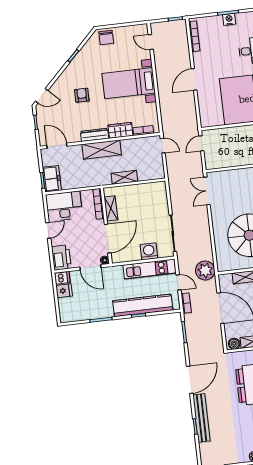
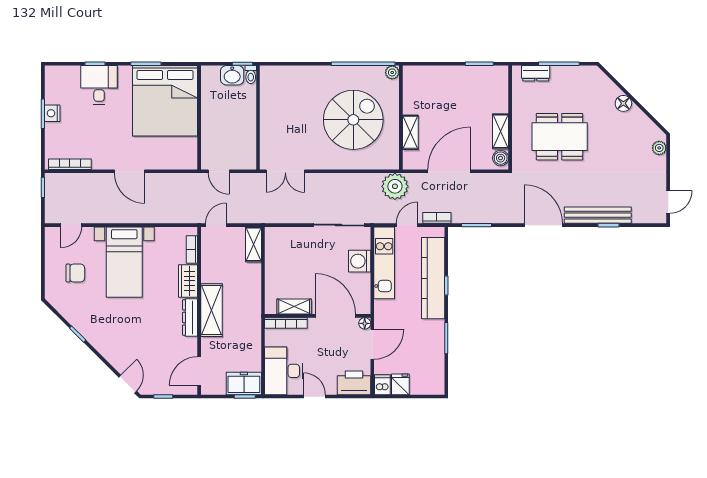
chair: (106, 37) -> (75, 273), moved
armchair: (82, 95) -> (133, 329), removed
shelving: (124, 177) -> (253, 244), moved

